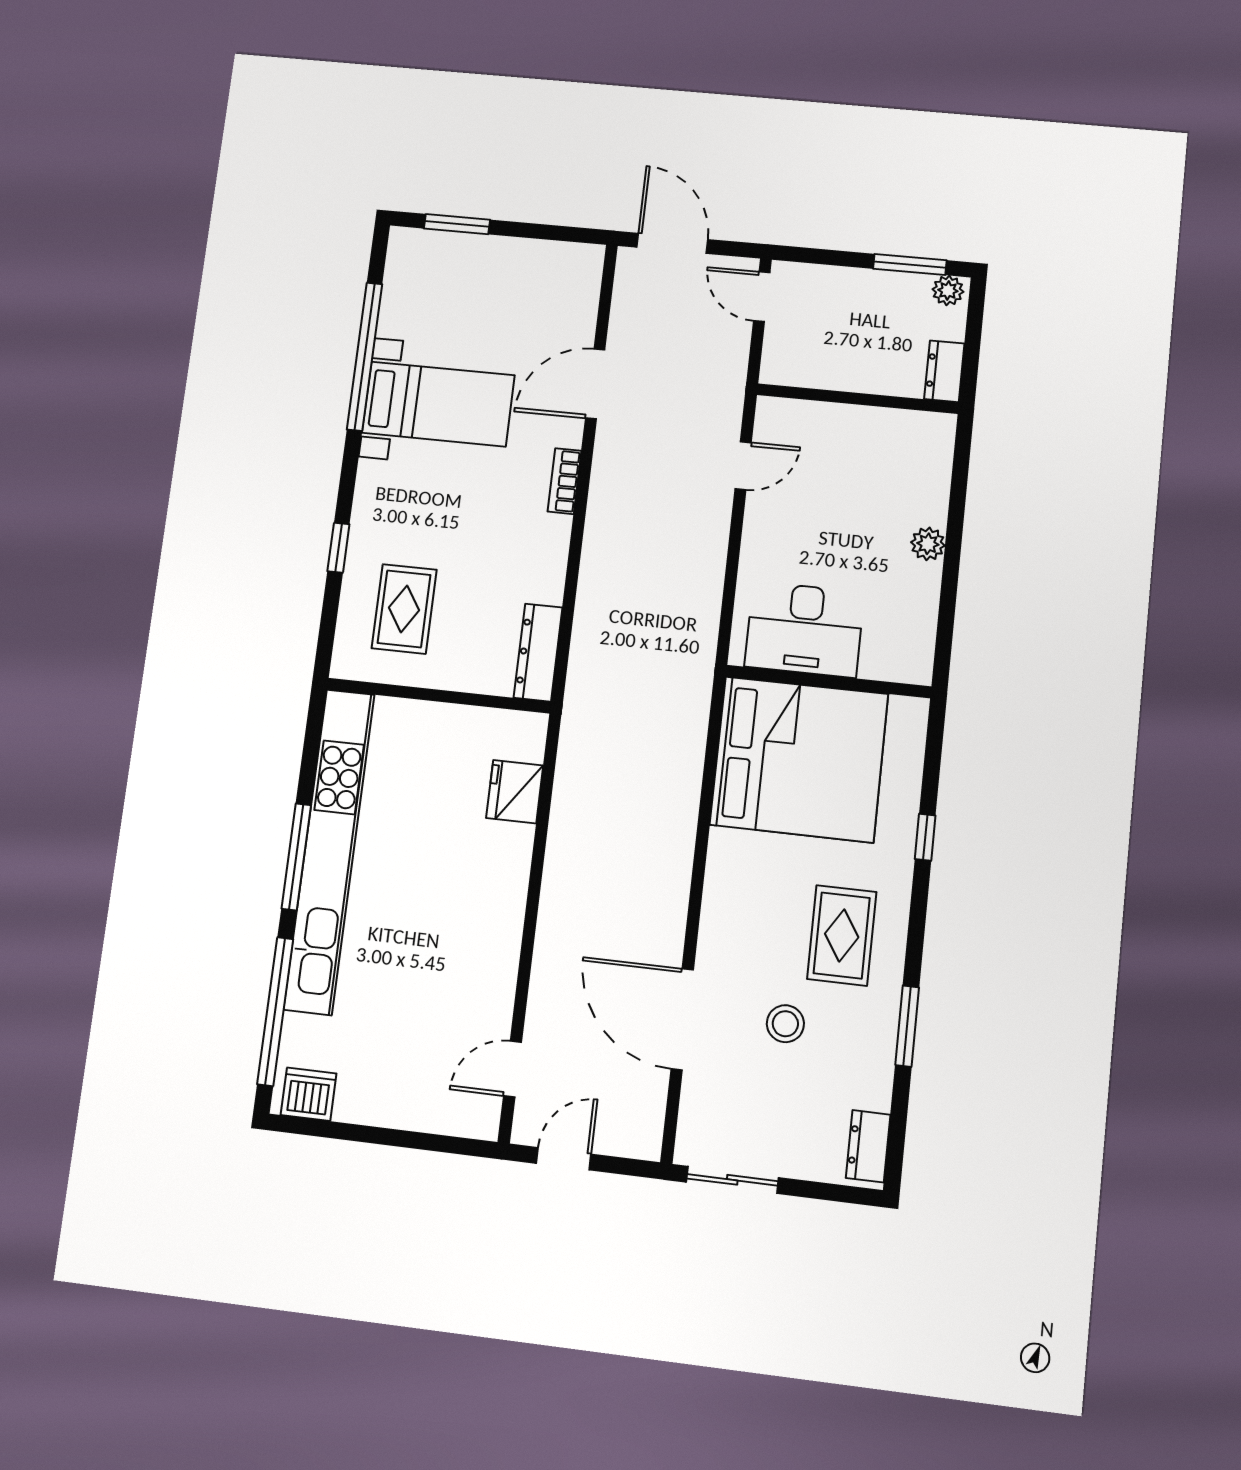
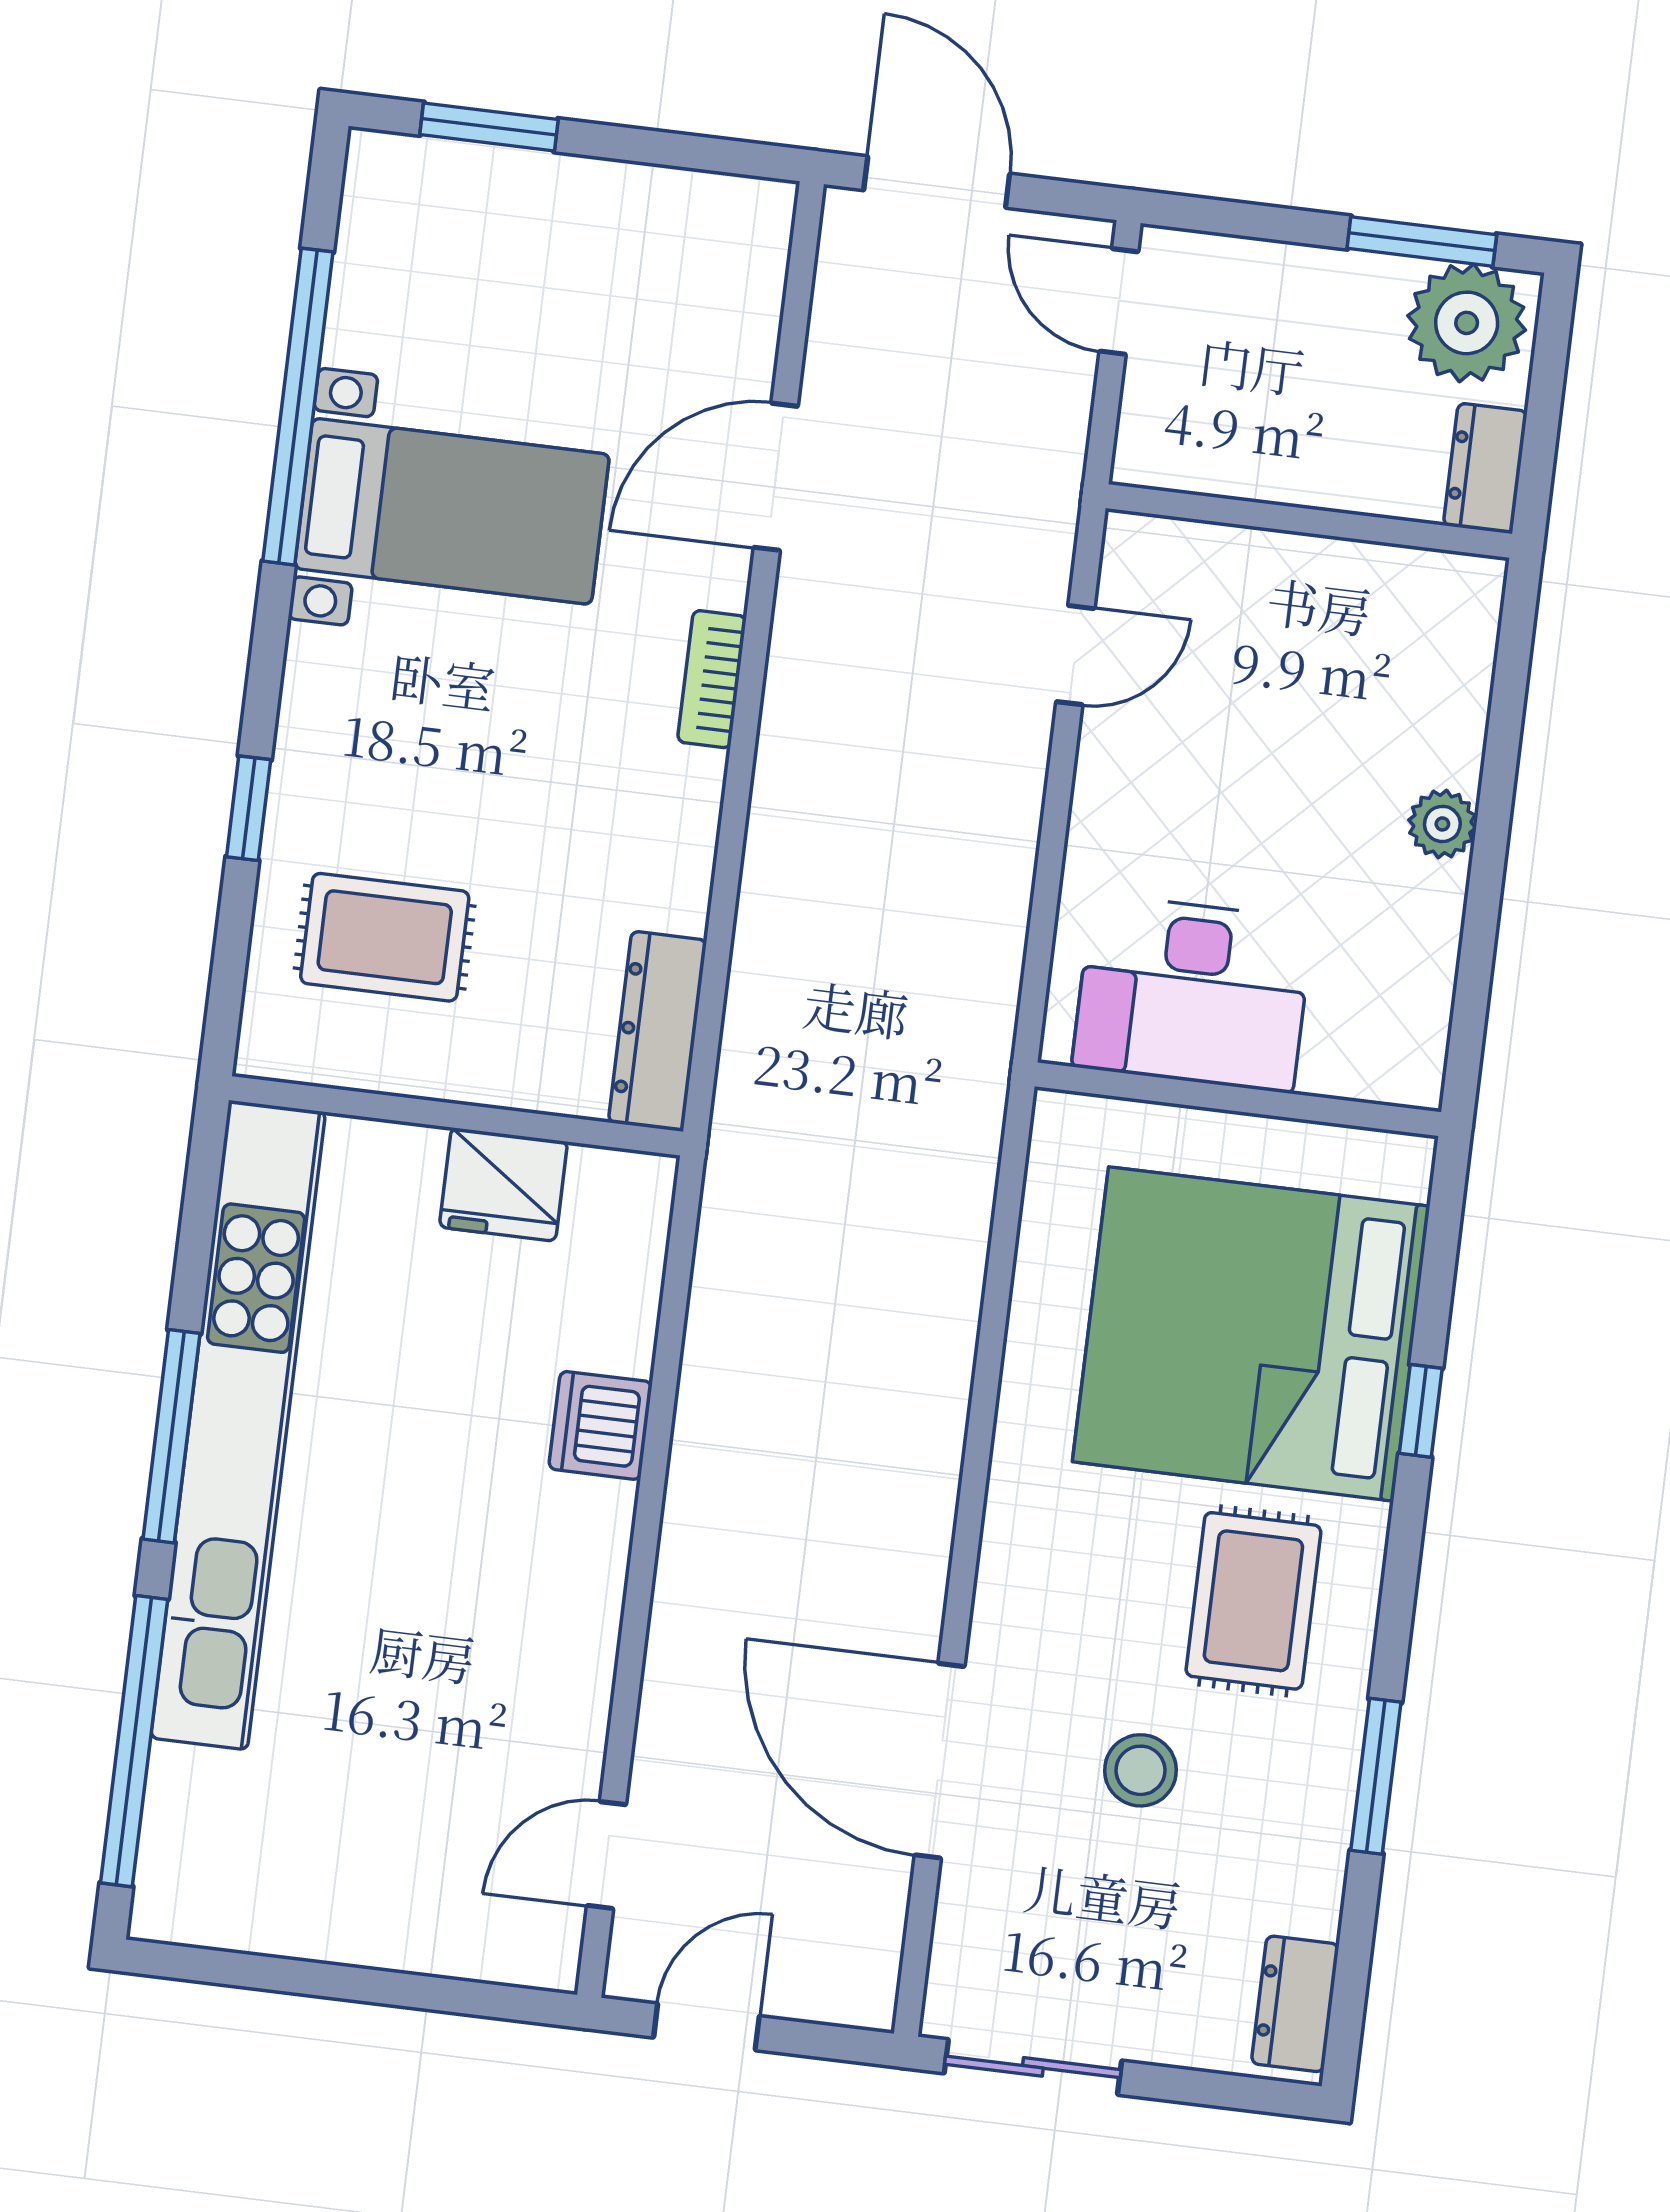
plant: (948, 290) -> (1467, 323), width x1.87, depth x1.87
rug: (404, 609) -> (385, 937), turned 90
bed: (799, 759) -> (1251, 1334), moved, turned 180
fridge: (515, 792) -> (503, 1184), moved, turned -90
dishwasher: (309, 1094) -> (600, 1425), moved, turned -90

